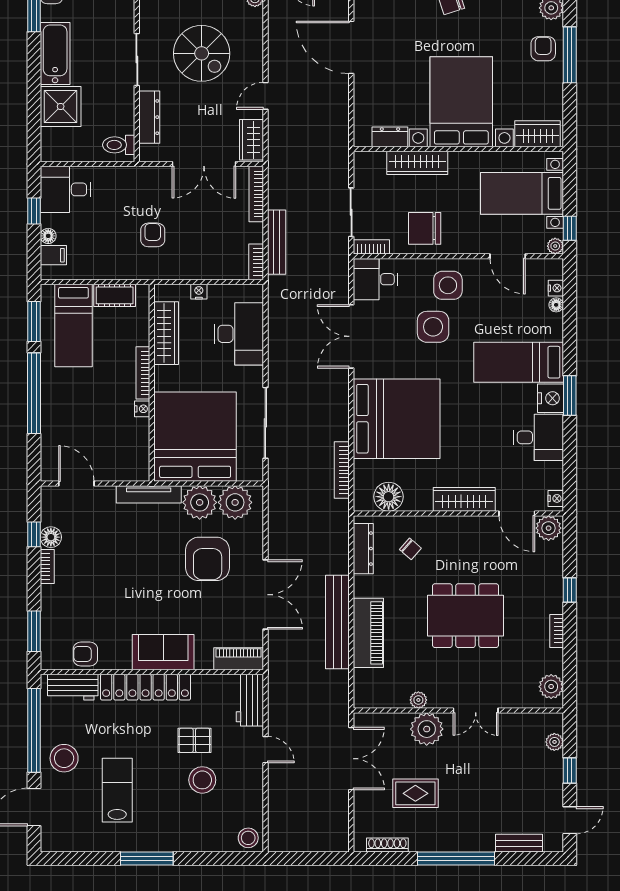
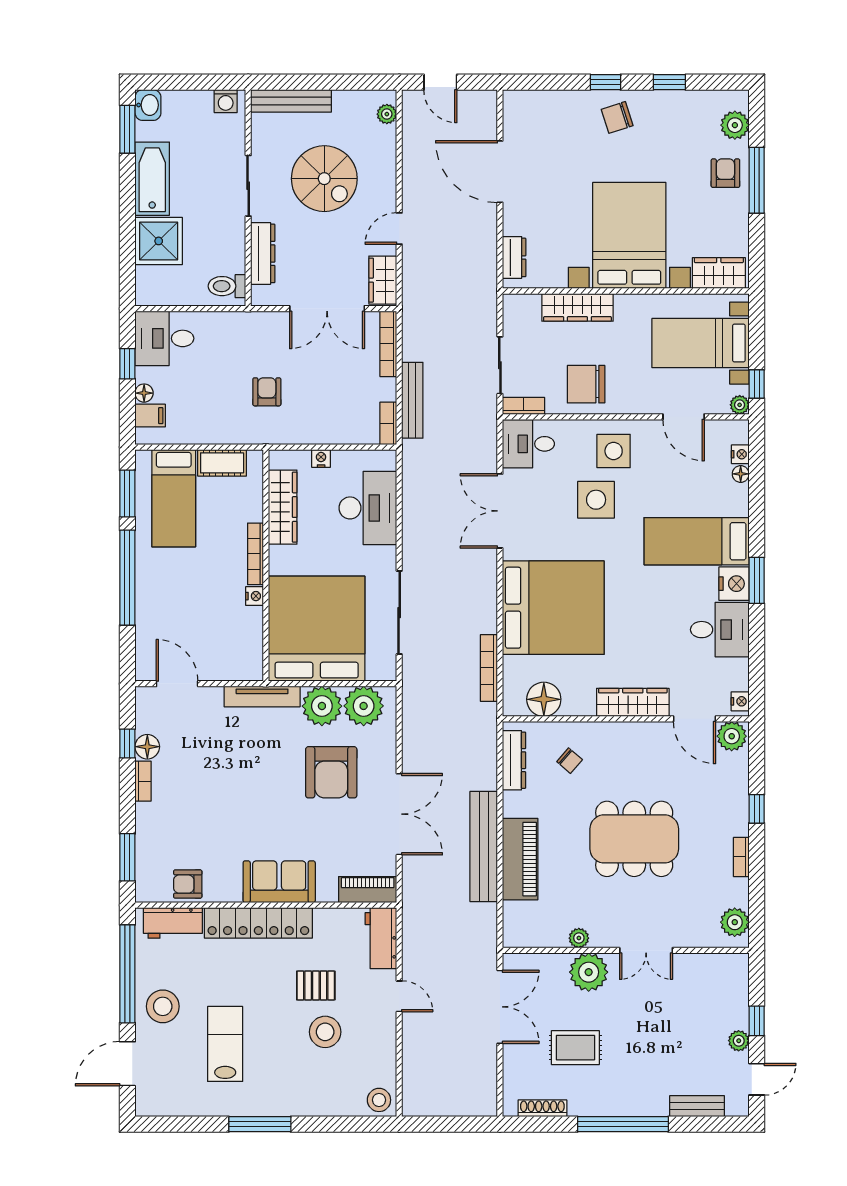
dresser: (390, 137) -> (514, 257), moved, turned 90
plant: (554, 742) -> (739, 1041), moved

